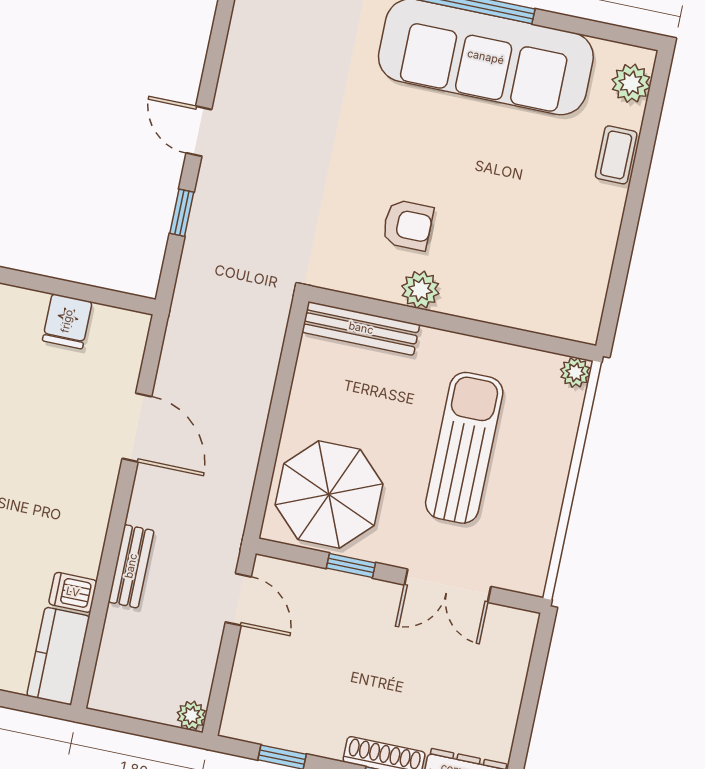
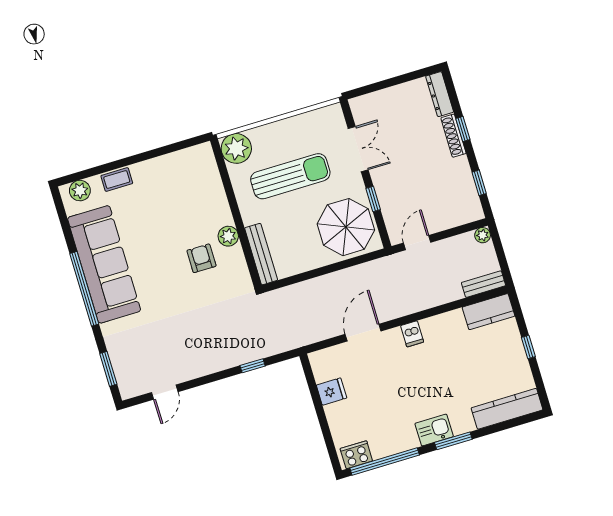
door: (199, 131) -> (165, 392), moved
plant: (575, 372) -> (236, 148), width x1.88, depth x1.88
sun lounger: (464, 448) -> (290, 176), turned 180
bench: (131, 566) -> (483, 284), moved
dishwasher: (73, 592) -> (412, 334), moved

